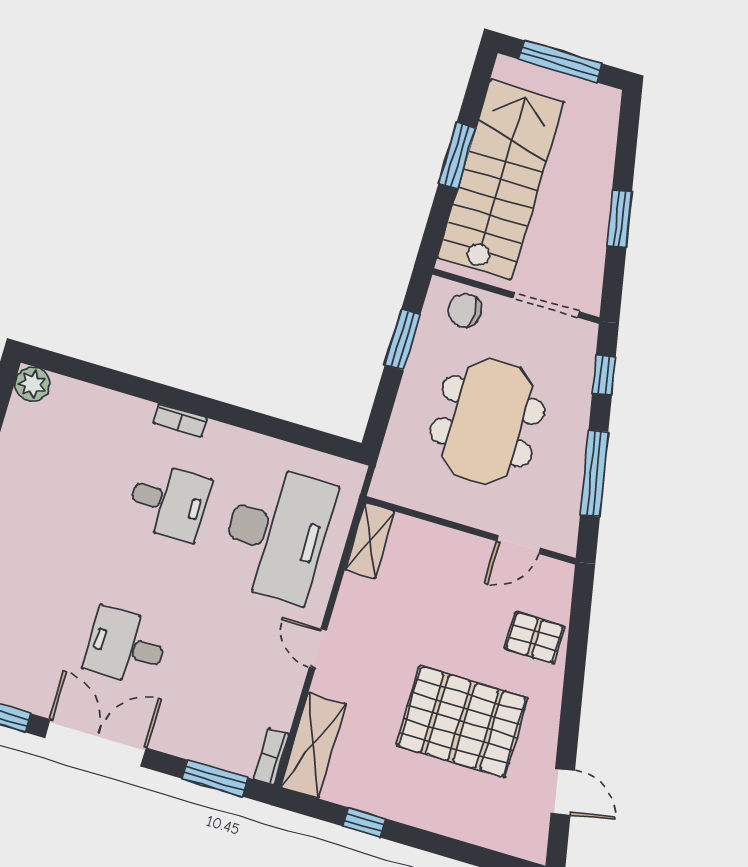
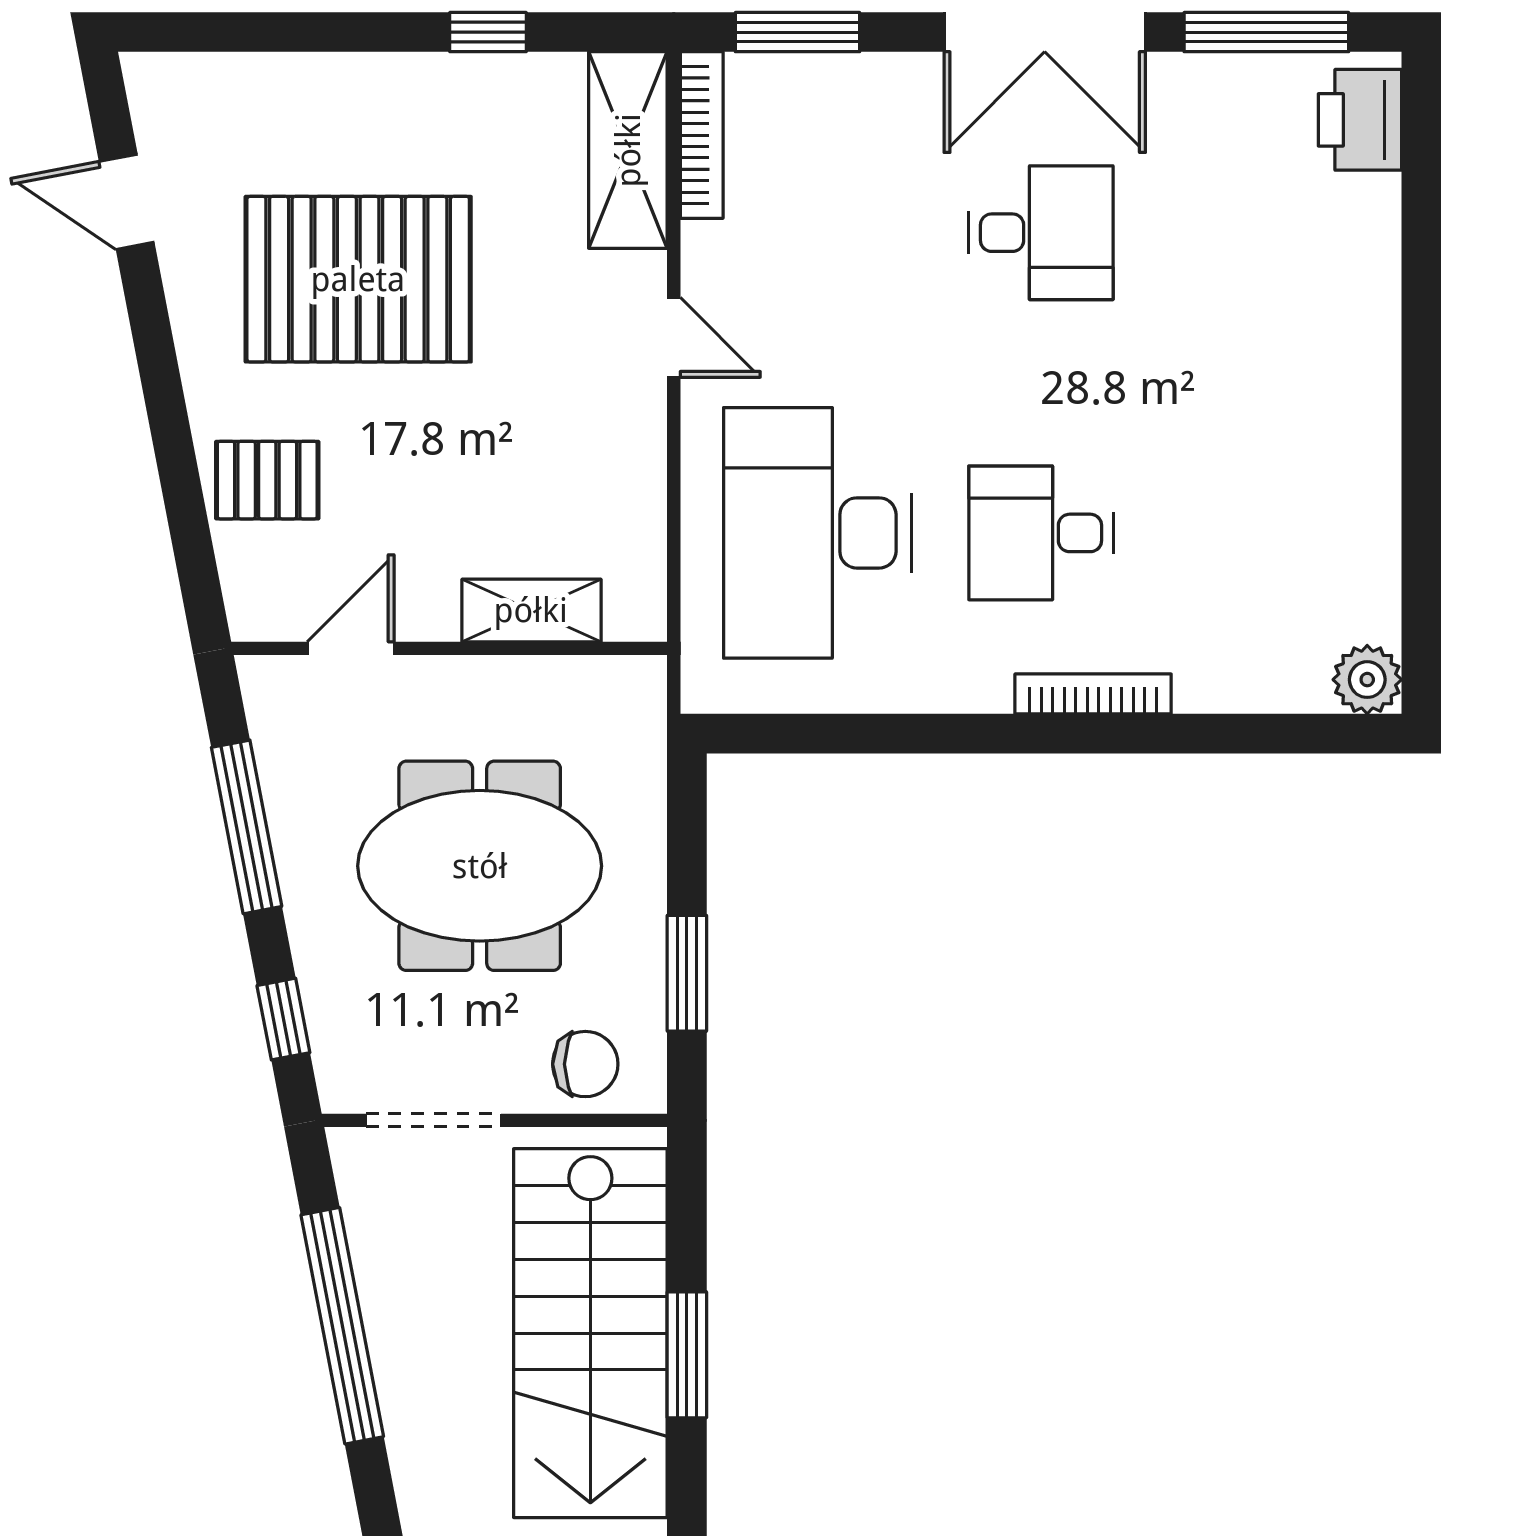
window: (619, 219) -> (342, 1326), width x2.11
bookcase: (180, 420) -> (1093, 694), width x1.56
meeting table: (487, 421) -> (480, 866), turned 90
shelving: (370, 540) -> (531, 610), moved, turned 90
bookcase: (271, 757) -> (702, 135), width x1.56

